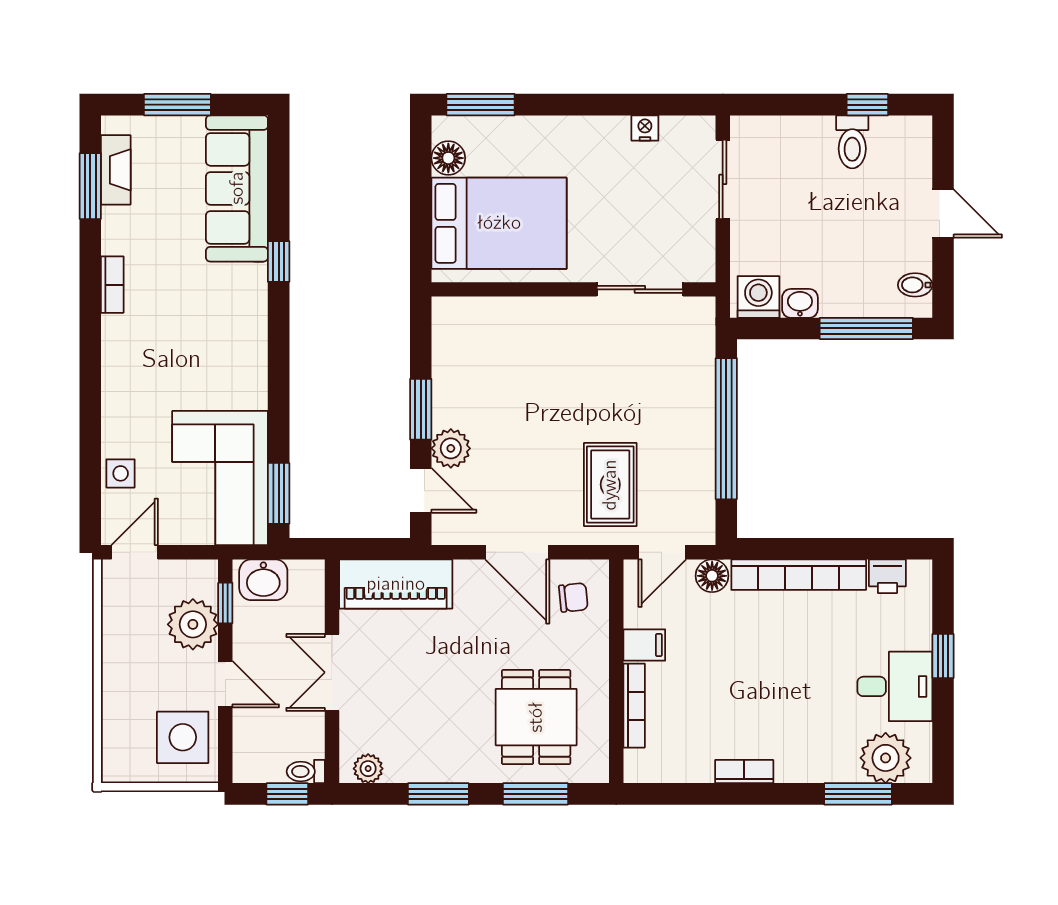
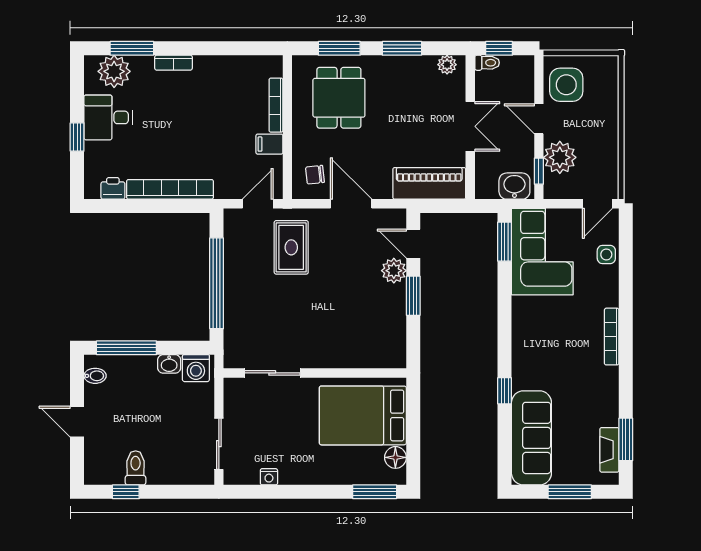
bookcase: (112, 285) -> (612, 337), moved, width x1.56
floor lamp: (712, 576) -> (226, 189), removed
bookcase: (744, 772) -> (173, 63), moved

